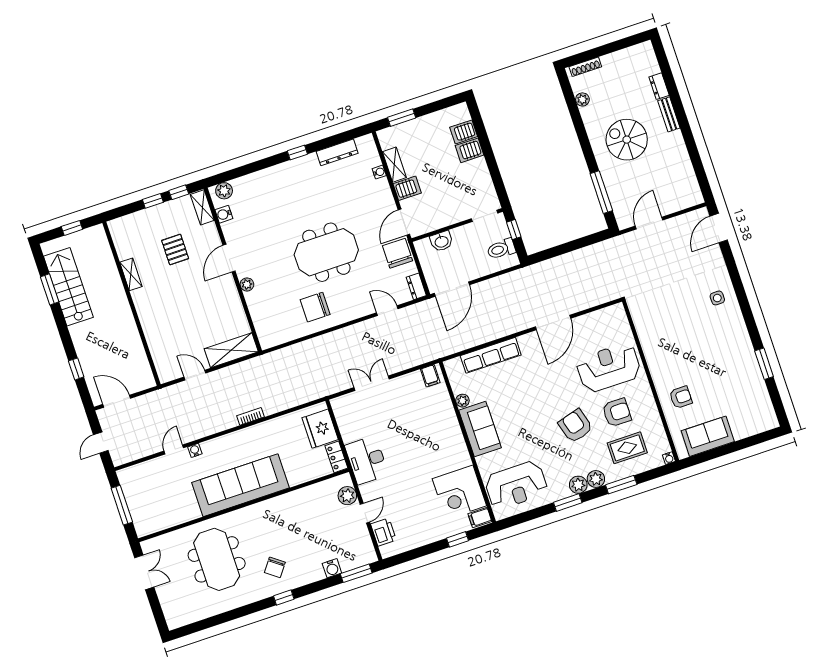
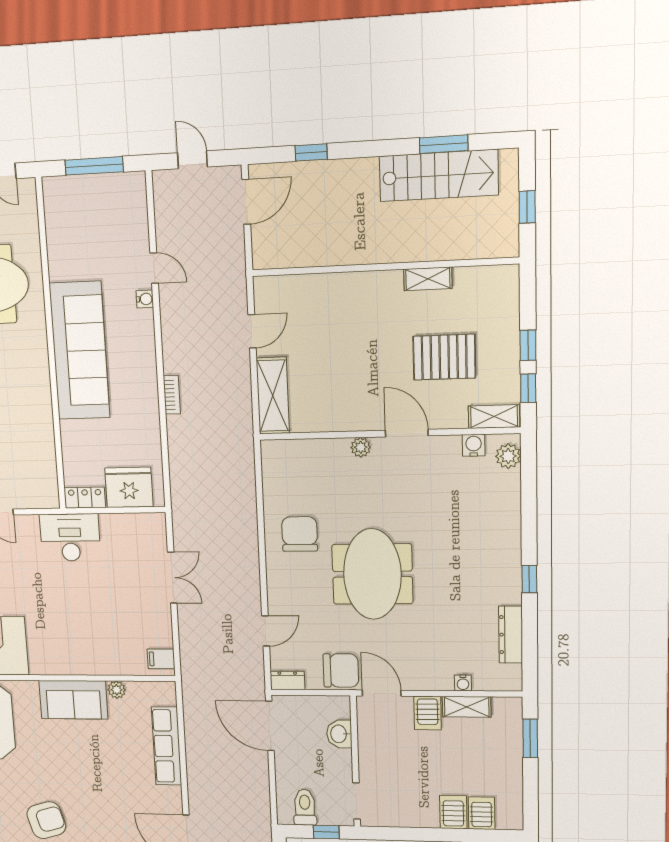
pallet: (175, 249) -> (444, 357), width x1.50, depth x1.42
plant: (347, 496) -> (29, 496), removed

